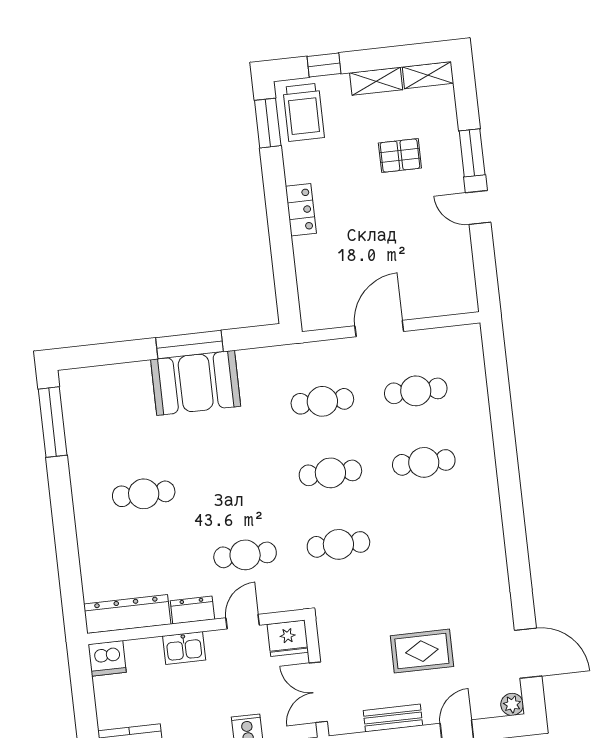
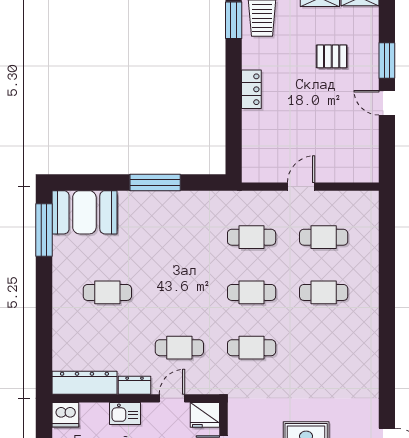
door: (379, 329) -> (301, 187), width x0.73
booth: (196, 383) -> (84, 212), moved

